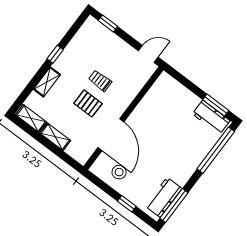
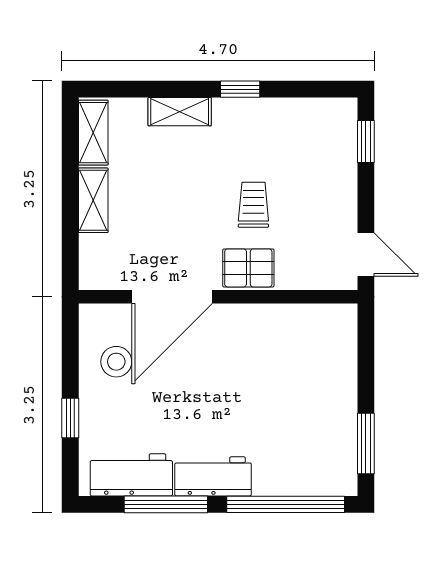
pallet: (88, 103) -> (248, 268), moved, turned 90
workbench: (211, 117) -> (213, 476), moved, turned 90
window: (174, 205) -> (166, 504), moved

